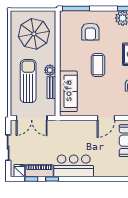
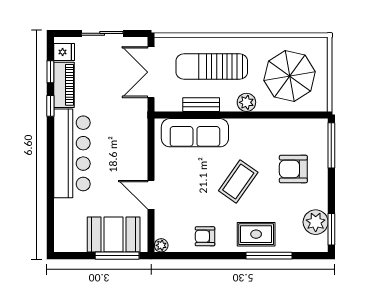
coffee table: (98, 65) -> (238, 181), turned -55
plant: (50, 70) -> (246, 102), moved
sun lounger: (28, 81) -> (212, 67), turned 180
bar counter: (74, 166) -> (72, 153), width x1.36

